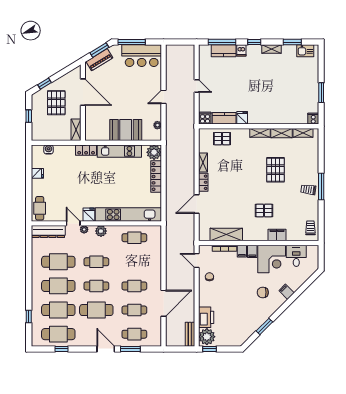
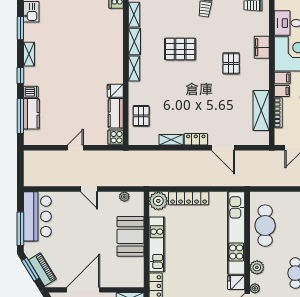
cafe table: (134, 238) -> (265, 226), width x1.37, depth x1.35

